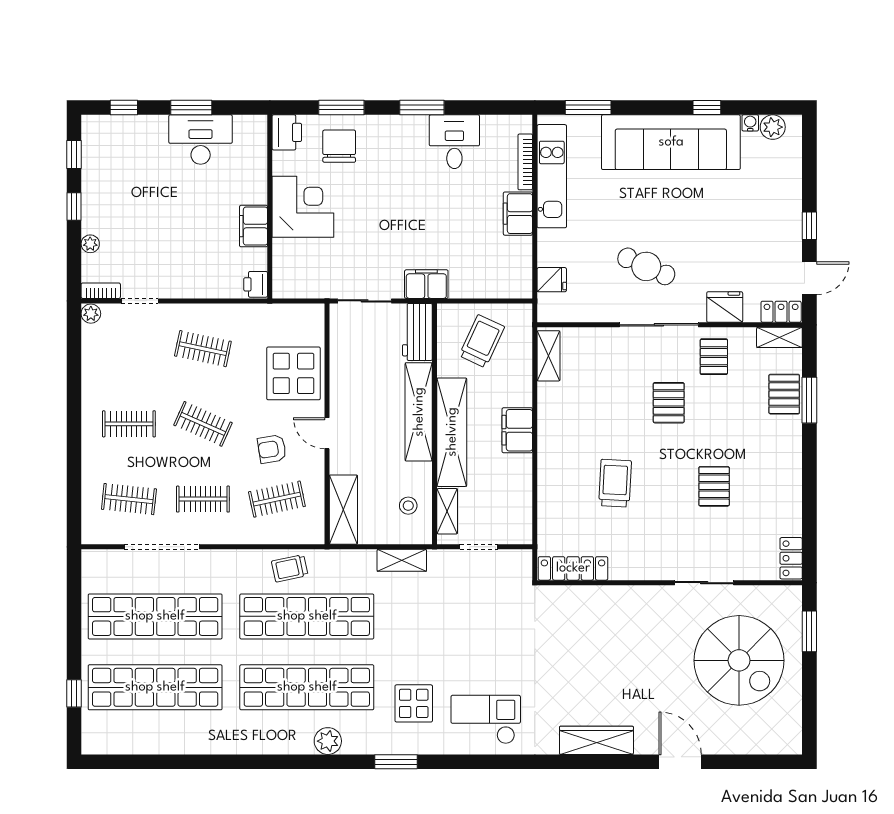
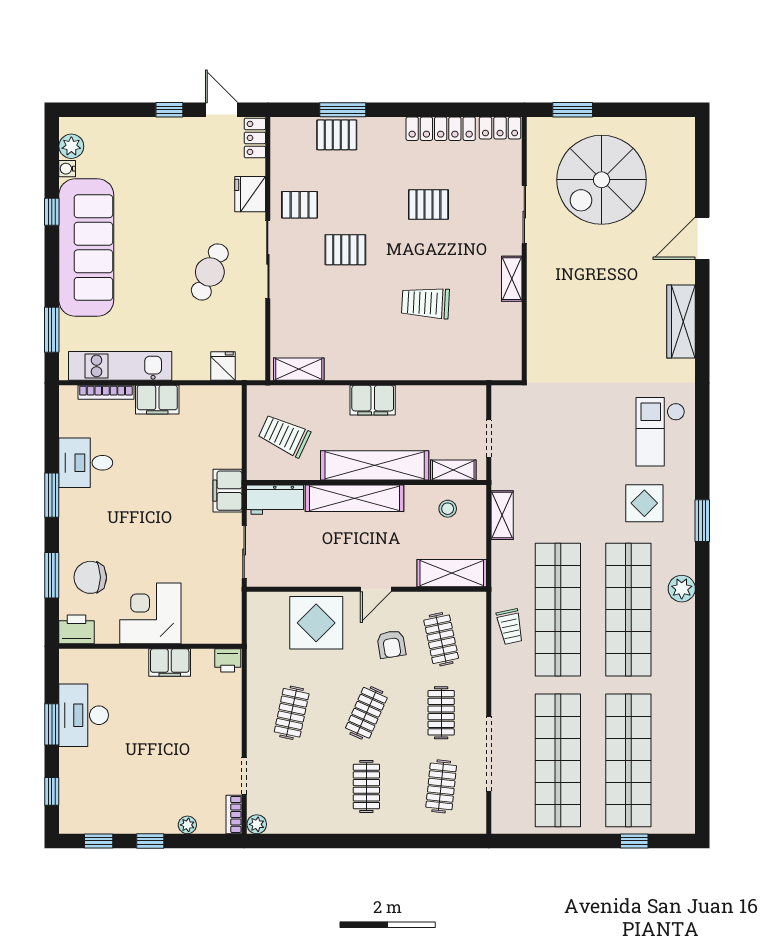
shelving: (779, 337) -> (512, 279), moved
locker: (573, 568) -> (441, 129), moved, turned -90
spiral stairs: (739, 660) -> (602, 180), turned 180

